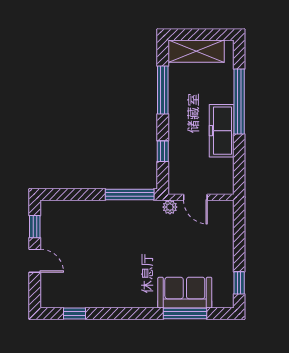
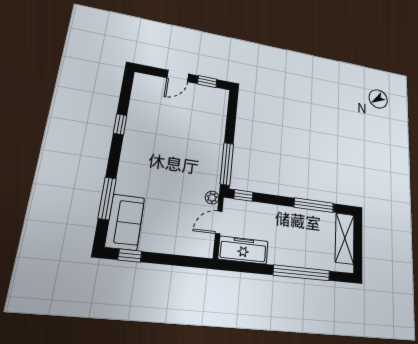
freezer: (222, 131) -> (243, 250), moved
window: (163, 151) -> (243, 195), moved
sofa: (185, 293) -> (125, 222), moved
window: (74, 314) -> (120, 124), moved

